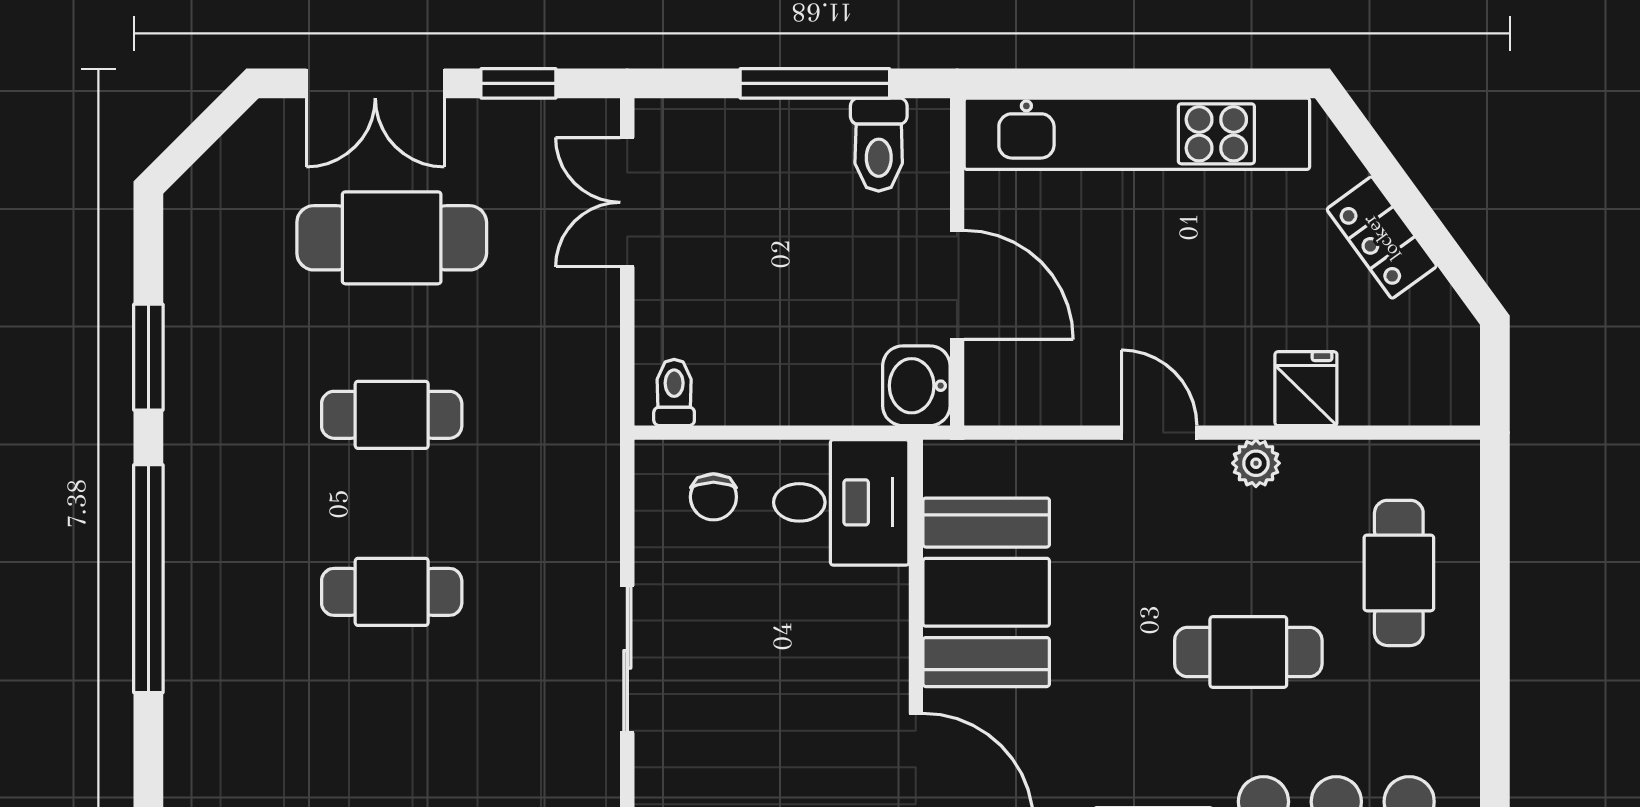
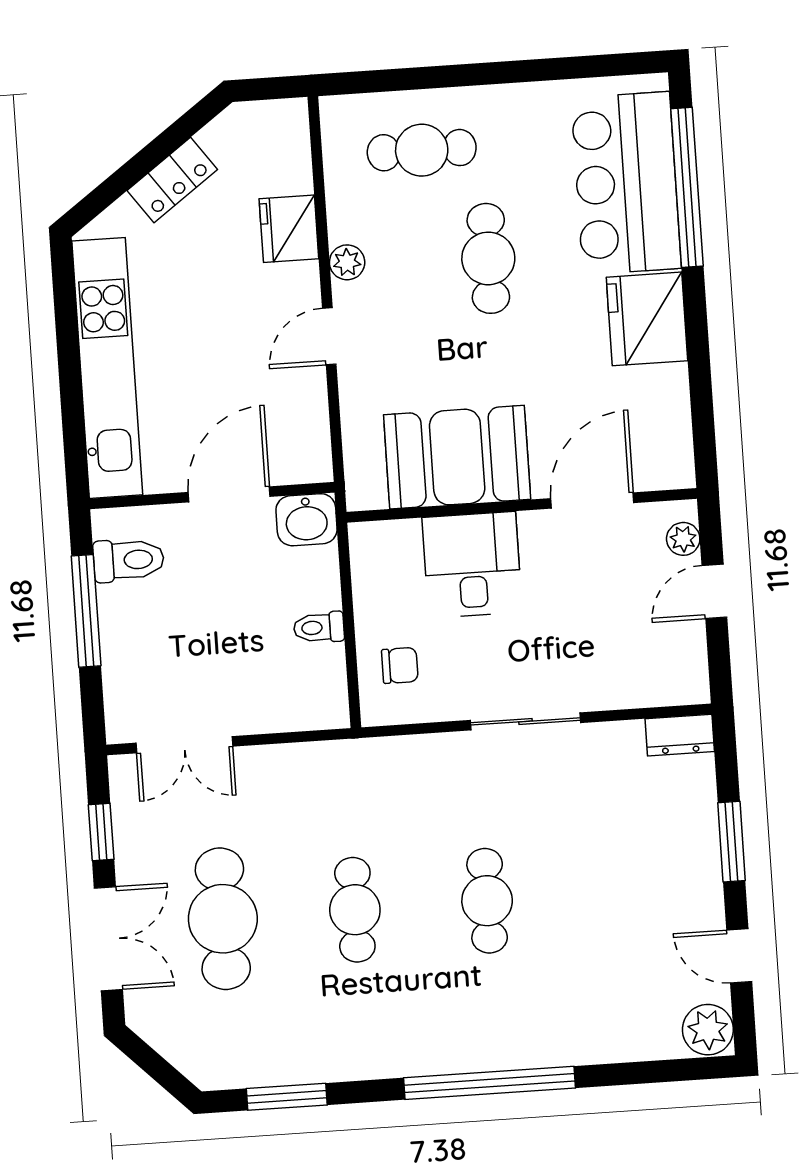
window: (148, 357) -> (287, 1097), moved
fridge: (1306, 389) -> (289, 229), width x1.38
toilet: (674, 392) -> (319, 627), moved
desk: (841, 502) -> (472, 565), moved

